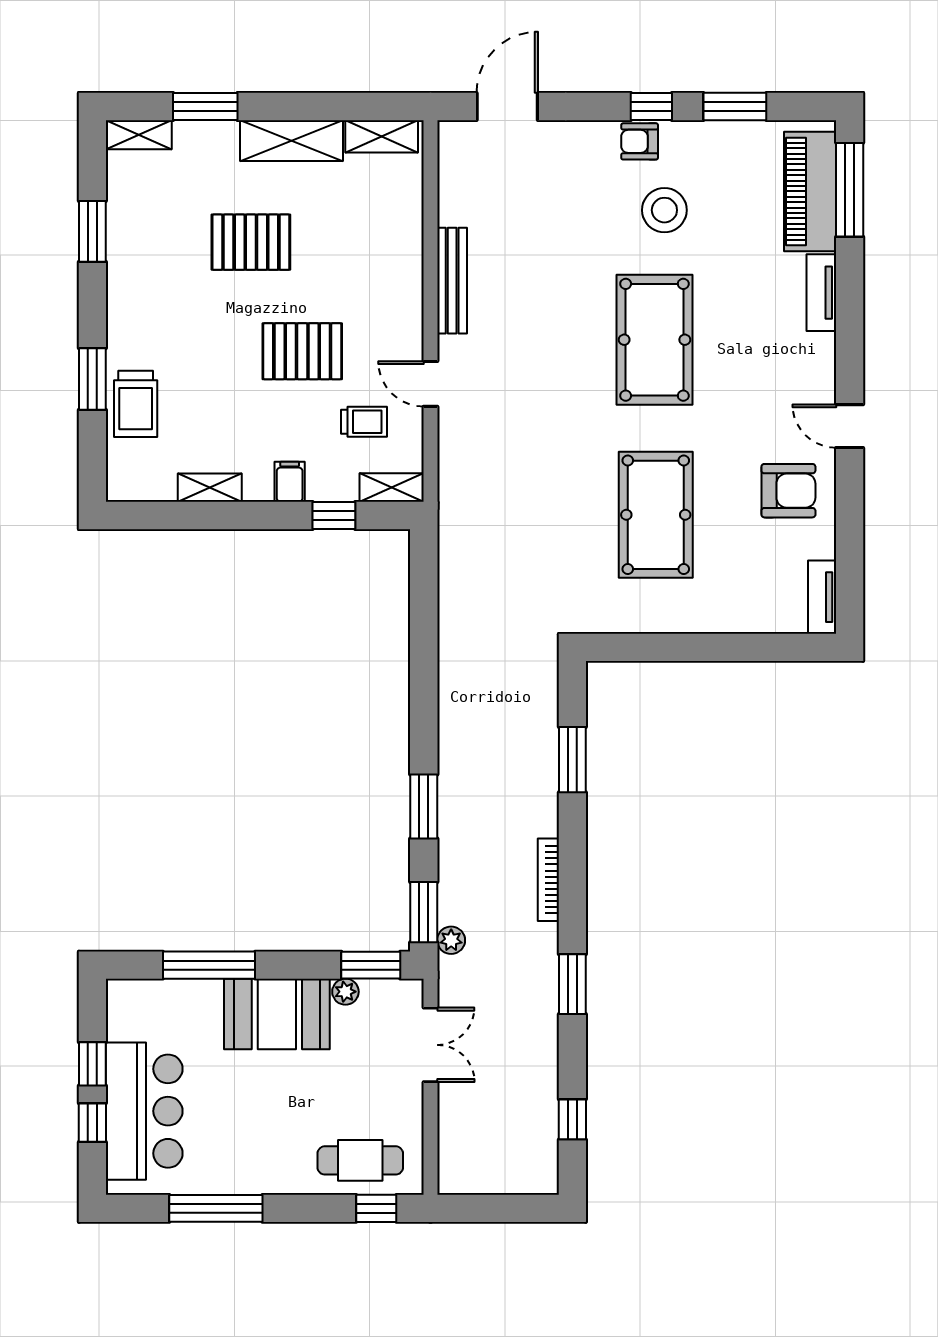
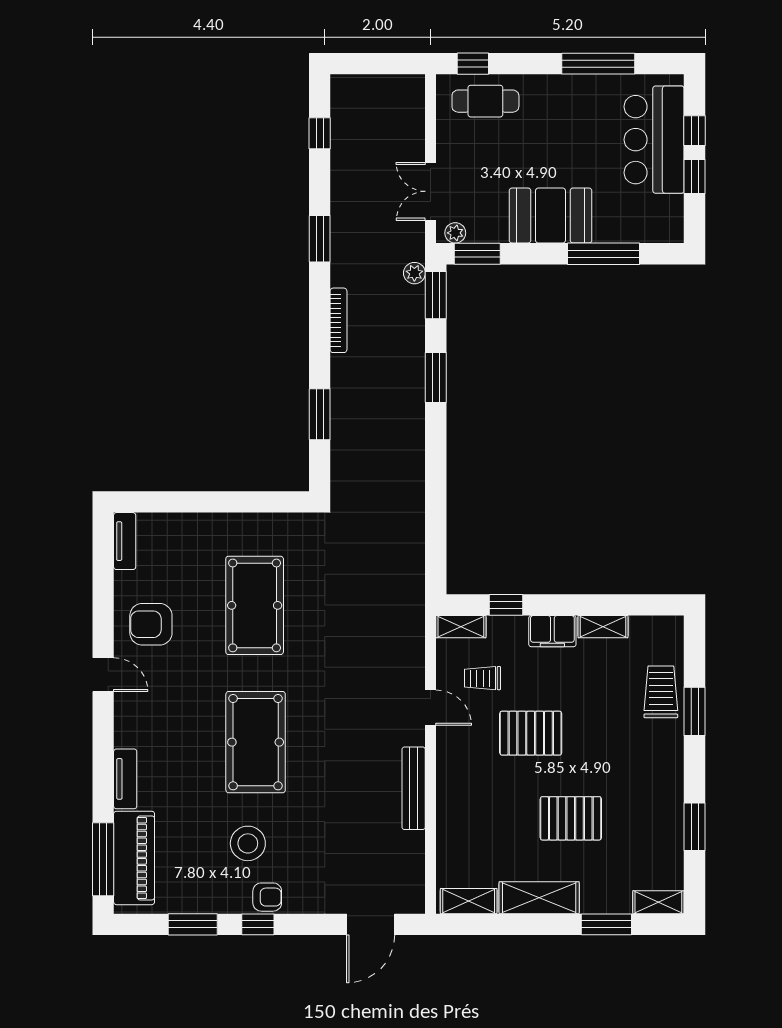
filing cabinet: (290, 482) -> (552, 631), width x2.00
plant: (345, 992) -> (455, 233), moved

